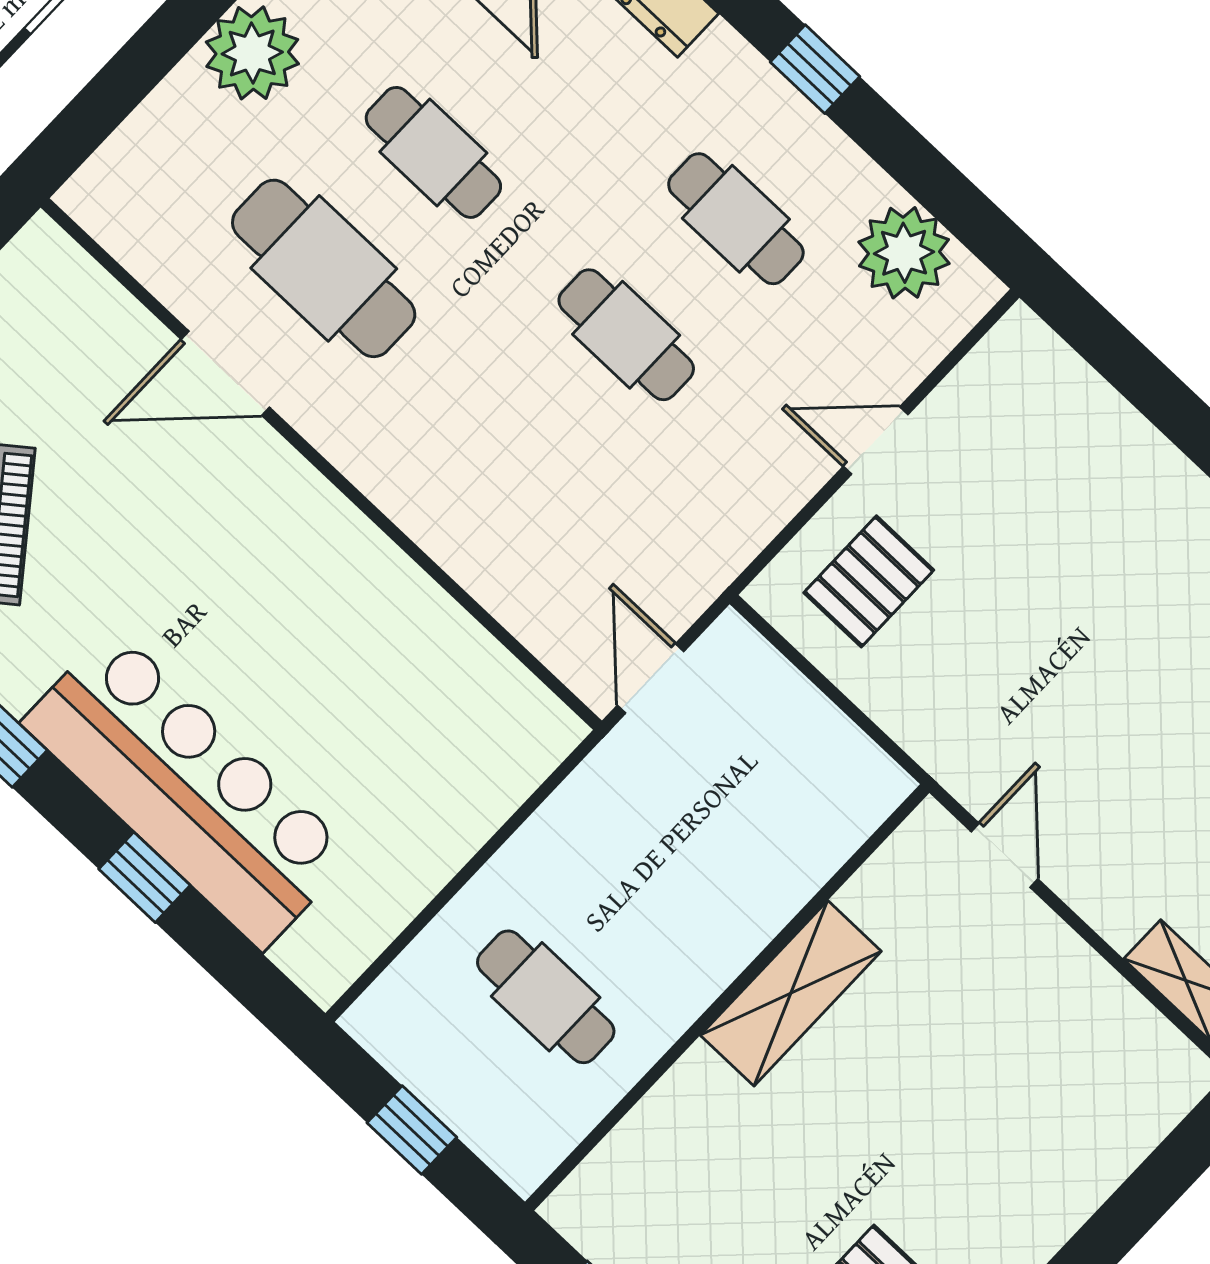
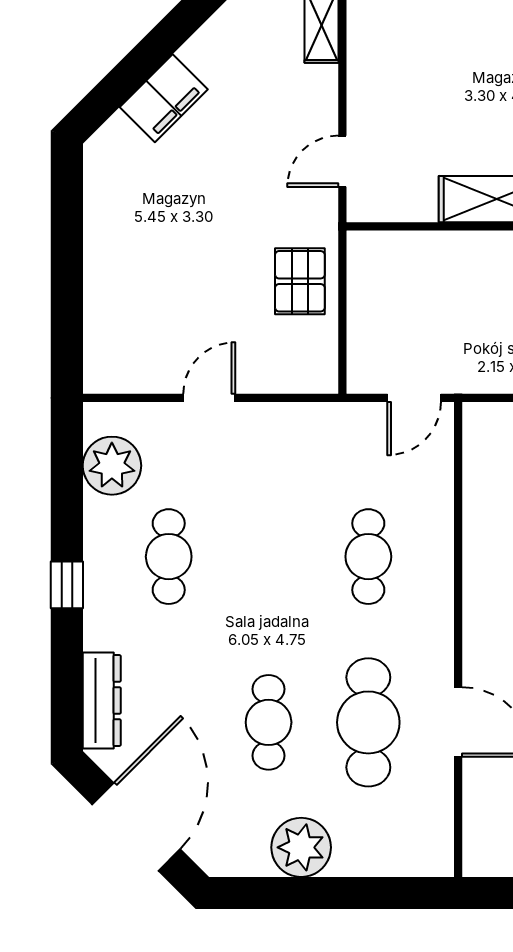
cafe table: (626, 335) -> (368, 557), moved
door: (876, 440) -> (209, 398), swing flipped
pallet: (869, 581) -> (300, 281), moved, turned 90

